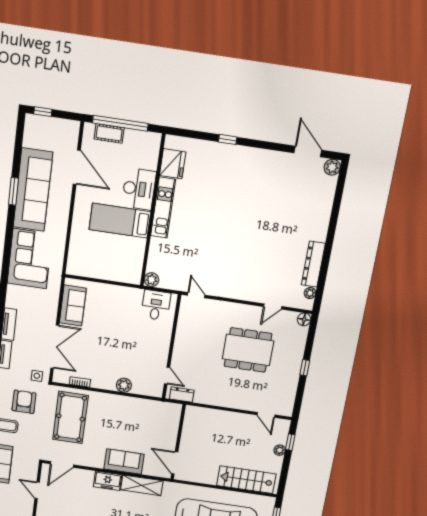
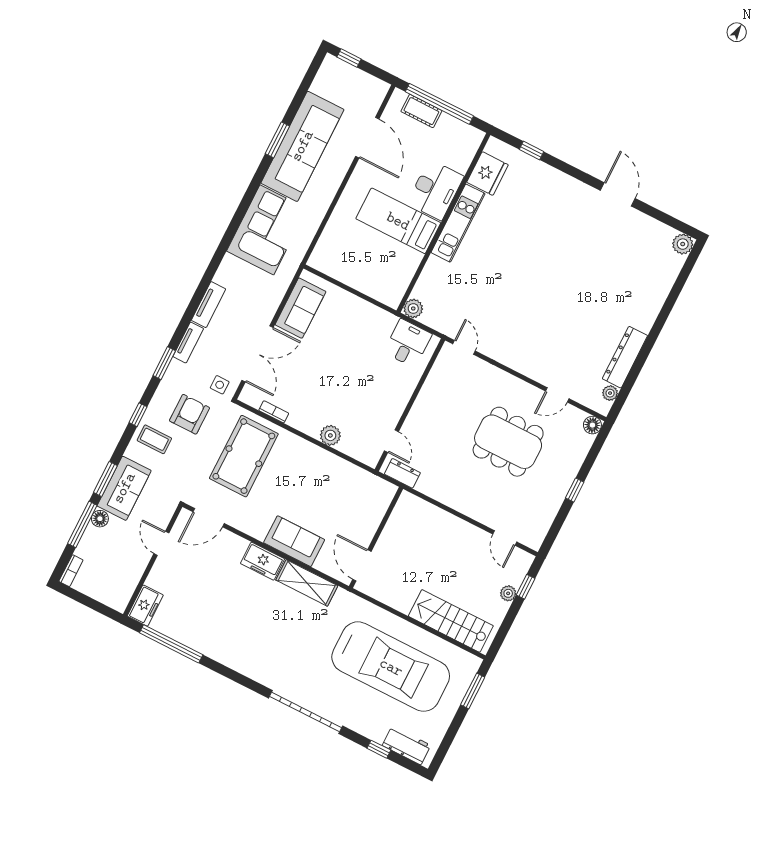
window: (228, 139) -> (531, 151), moved
door: (308, 151) -> (618, 194), moved

